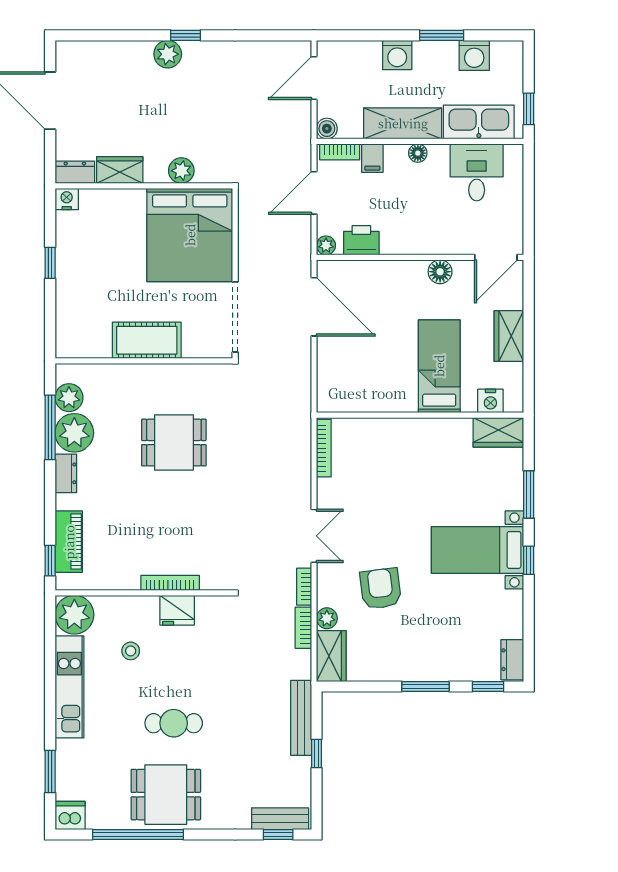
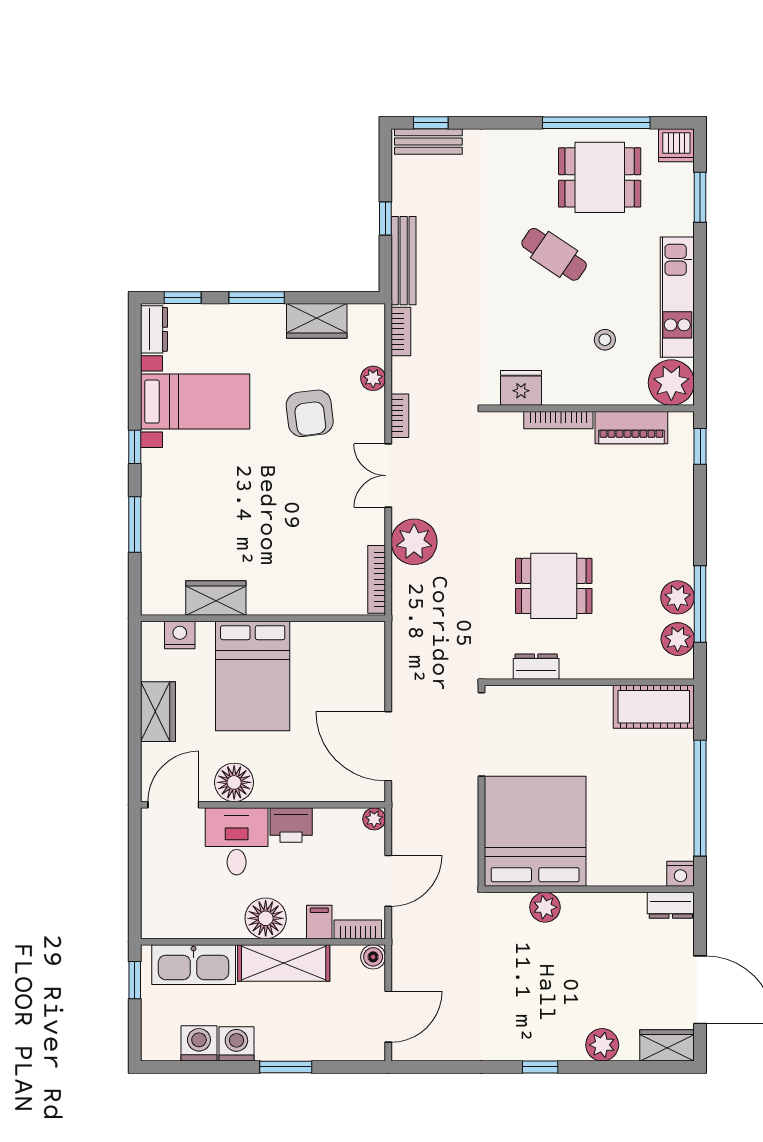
window: (442, 35) -> (286, 1067), moved
plant: (168, 54) -> (602, 1045), moved
washing machine: (397, 55) -> (236, 1044), moved
floor lamp: (418, 153) -> (266, 918), width x1.89, depth x1.89
wardrobe: (120, 170) -> (667, 1045), moved, turned 180
desk: (477, 172) -> (237, 841), moved, turned 180
printer: (361, 240) -> (291, 825), moved
window: (50, 263) -> (700, 798), width x3.17
floor lamp: (440, 272) -> (234, 782), width x1.38, depth x1.38
cot: (147, 340) -> (654, 707), moved
bed: (439, 366) -> (253, 676), width x1.50
wardrobe: (498, 432) -> (216, 598), moved
plant: (74, 433) -> (678, 597), width x0.73, depth x0.73
dresser: (66, 473) -> (536, 667), moved, turned 90
plant: (292, 480) -> (414, 542), added
piano: (69, 542) -> (631, 428), moved, turned -90
bed with nightstands: (478, 550) -> (195, 402), moved
fridge: (177, 610) -> (521, 388), moved
bookcase: (303, 628) -> (401, 332), moved
wardrobe: (331, 656) -> (317, 321), moved, turned -90
cafe table: (174, 723) -> (554, 254), turned 34
dining table: (166, 795) -> (600, 177), moved

